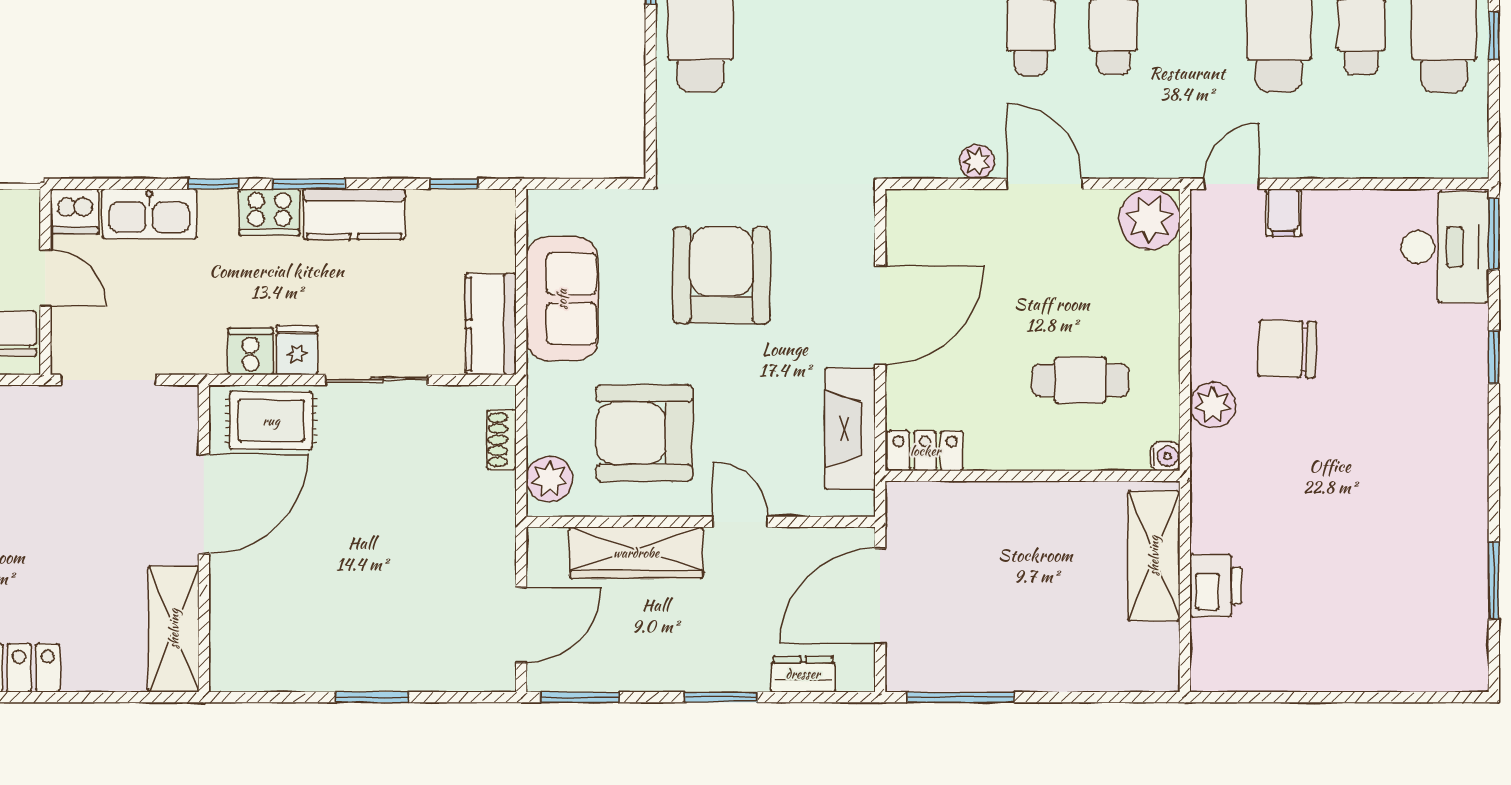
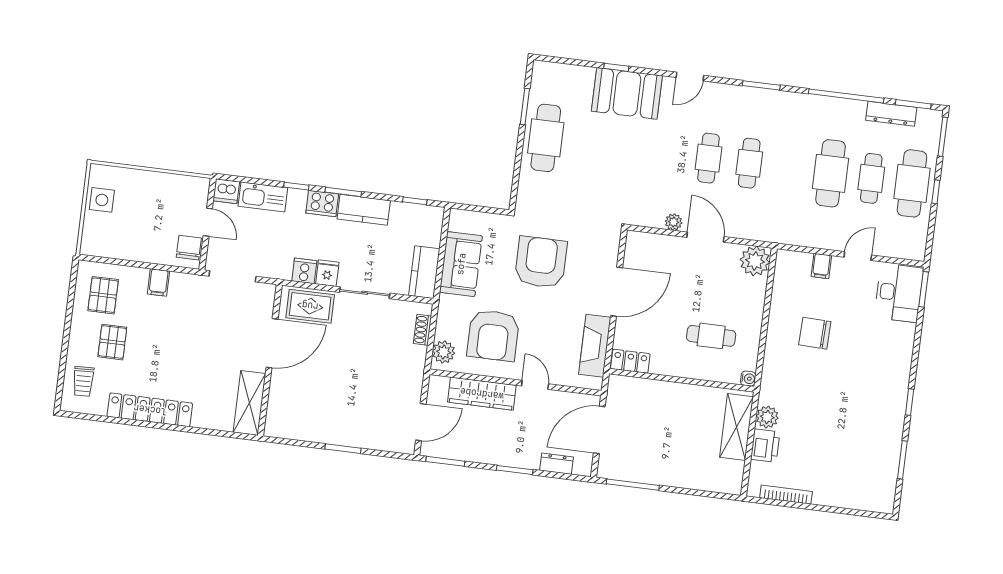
door: (1232, 184) -> (858, 256), moved
window: (1494, 357) -> (910, 402), moved
plant: (1213, 405) -> (767, 417), moved
armchair: (644, 433) -> (493, 335), turned -90
bookcase: (1270, 679) -> (786, 495), added

